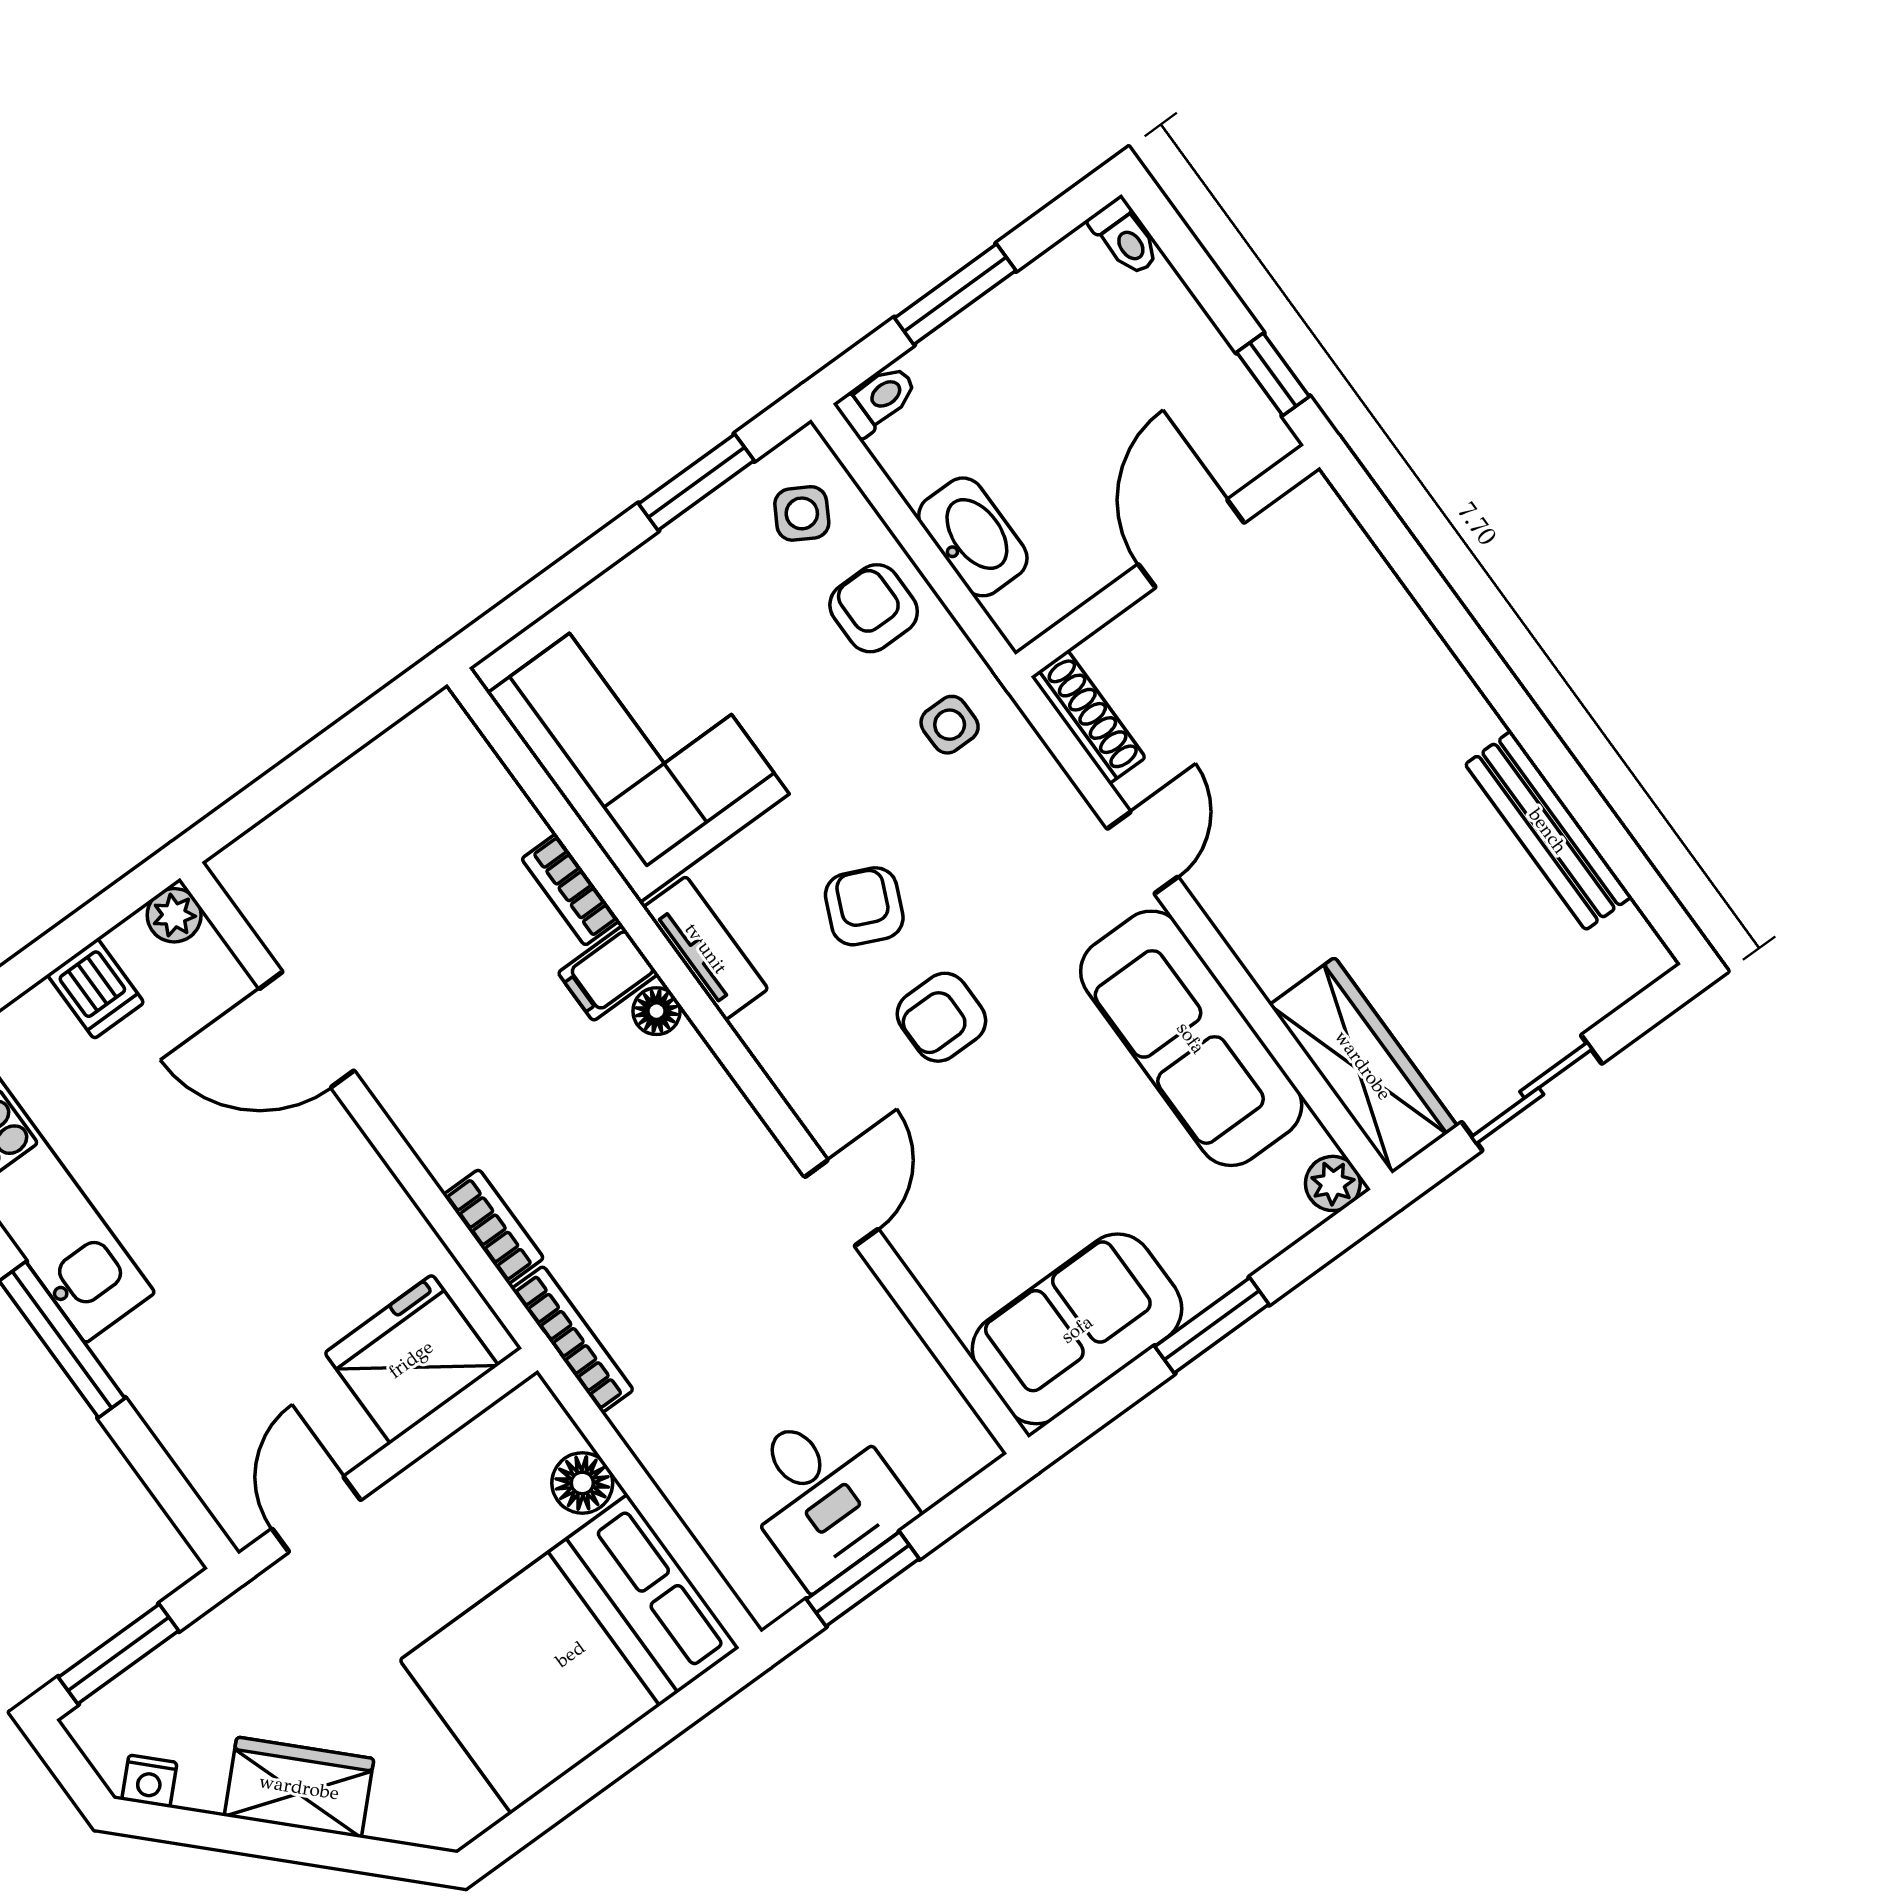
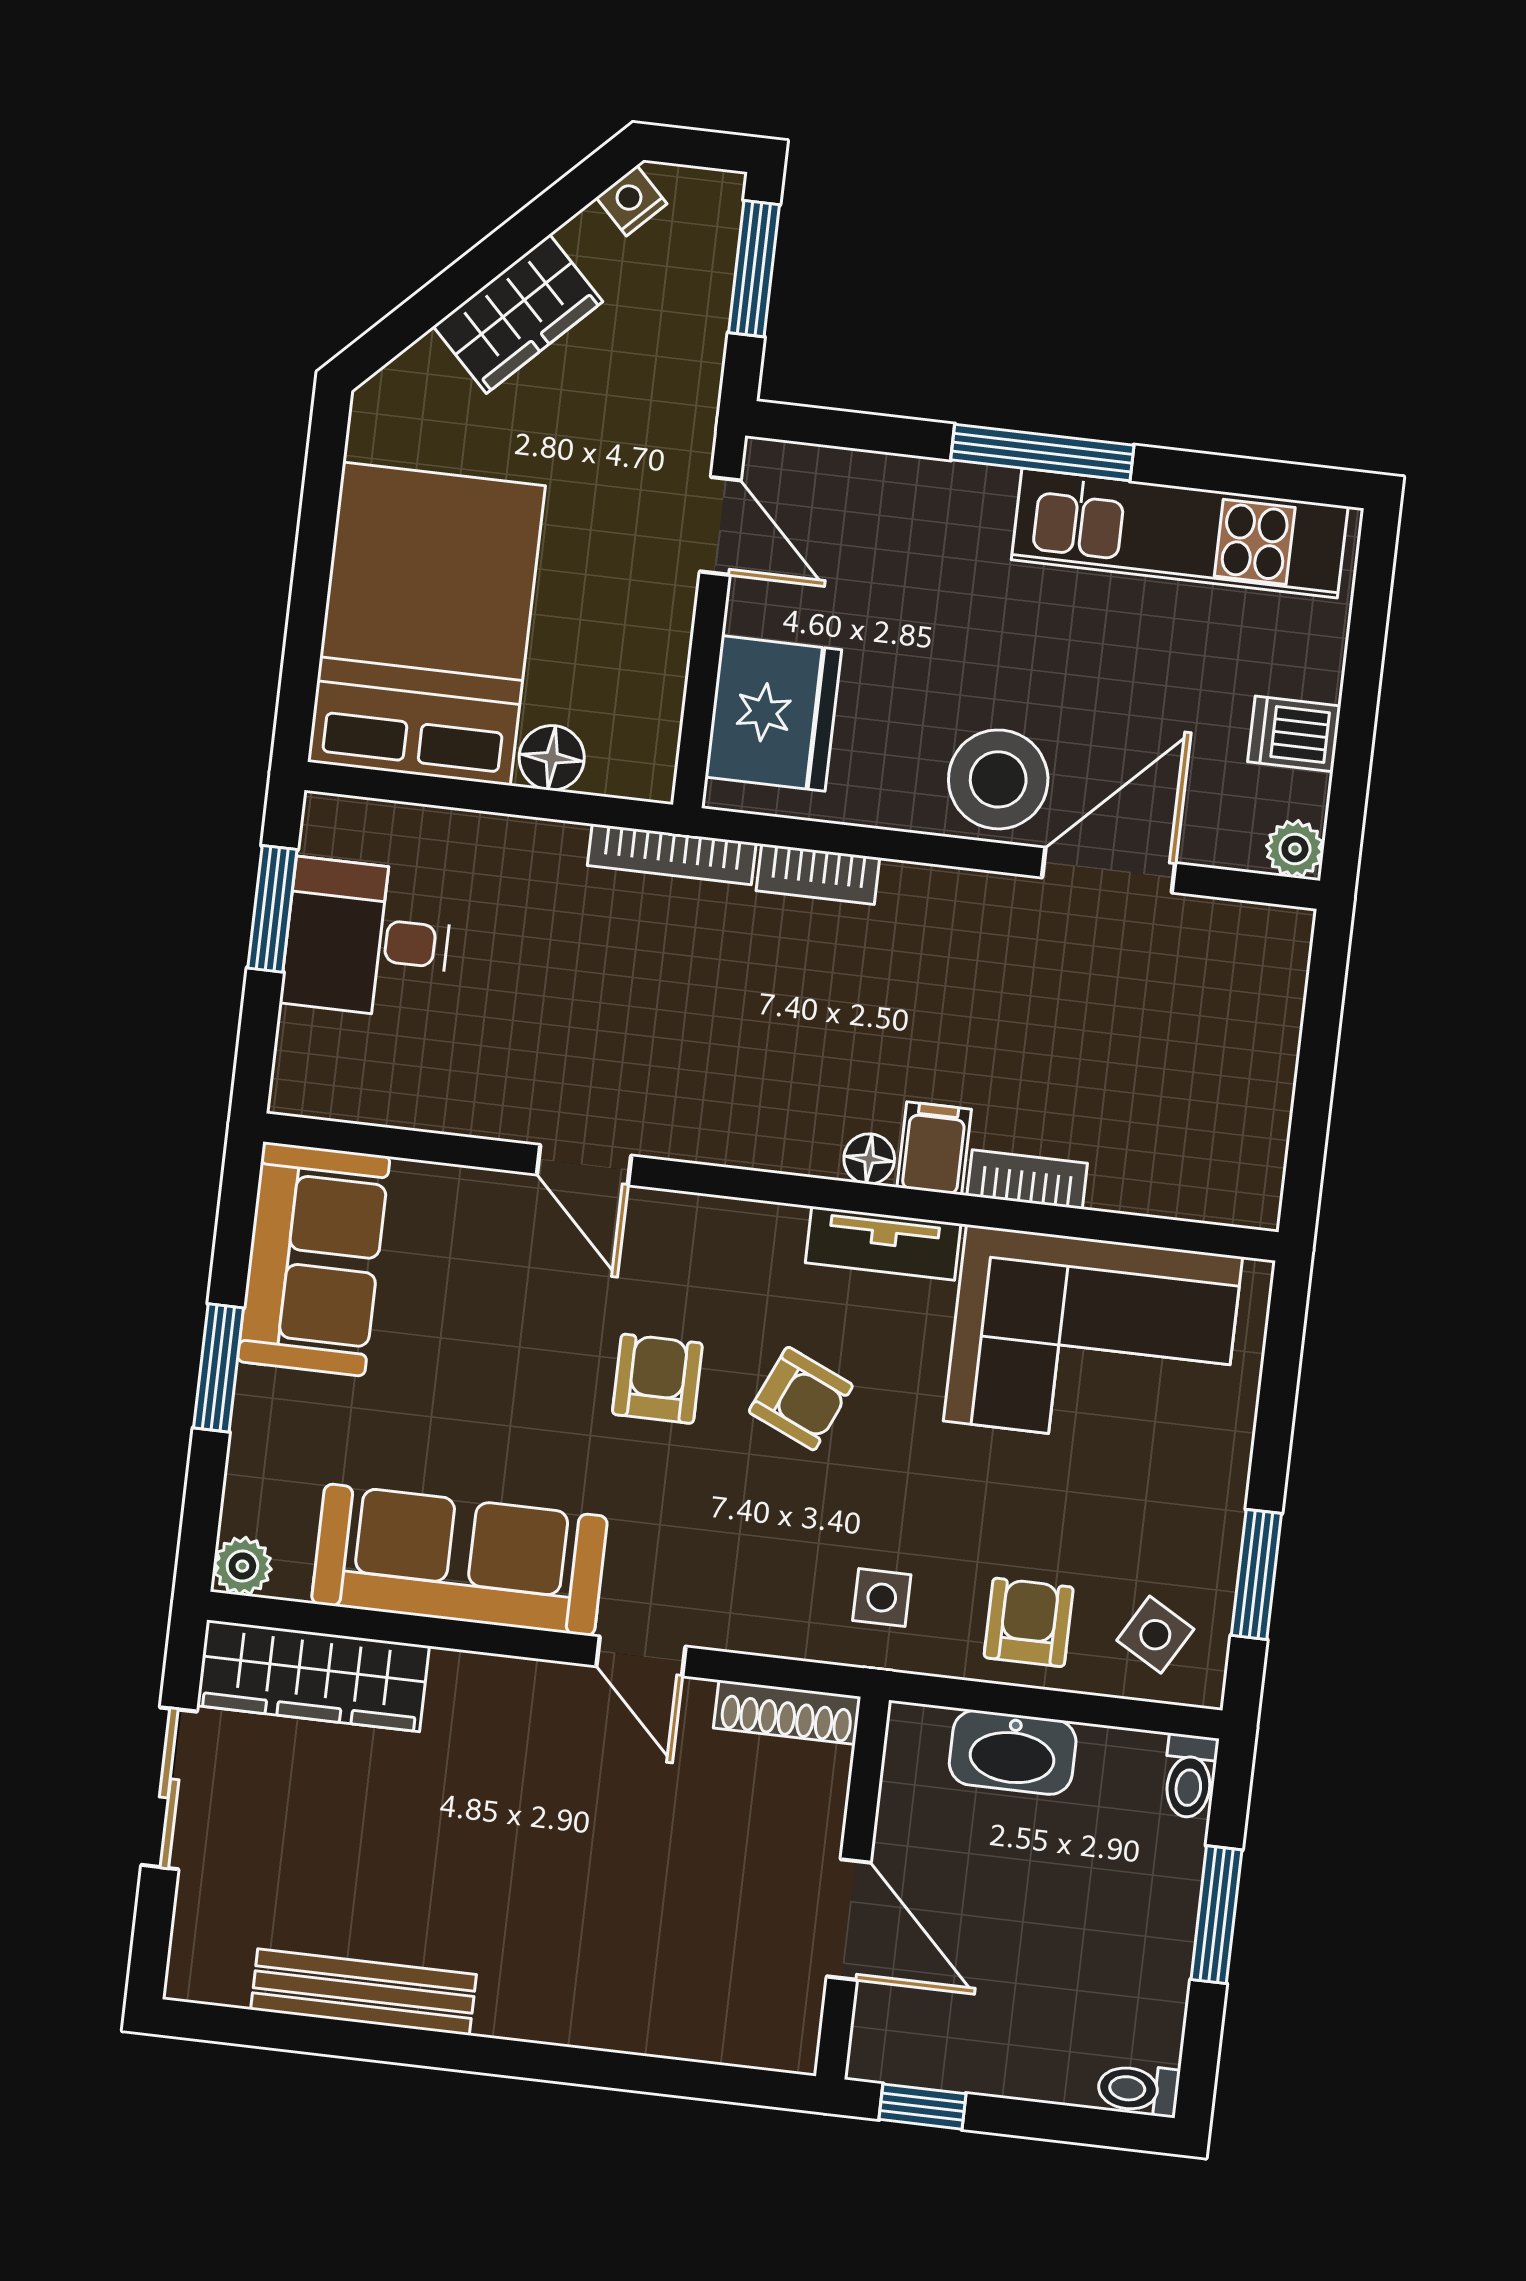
armchair: (874, 608) -> (1029, 1622), turned -90
stool: (314, 1163) -> (998, 779), added

